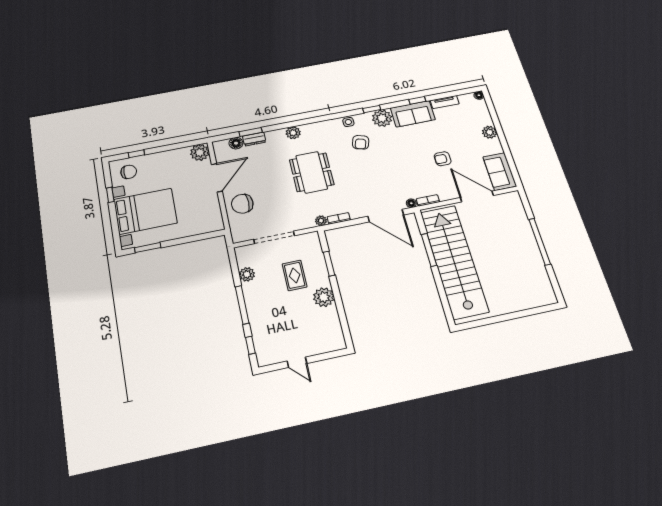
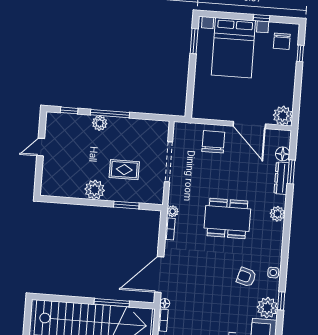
dresser: (254, 139) -> (282, 178), width x1.44
plant: (247, 274) -> (100, 123), moved

